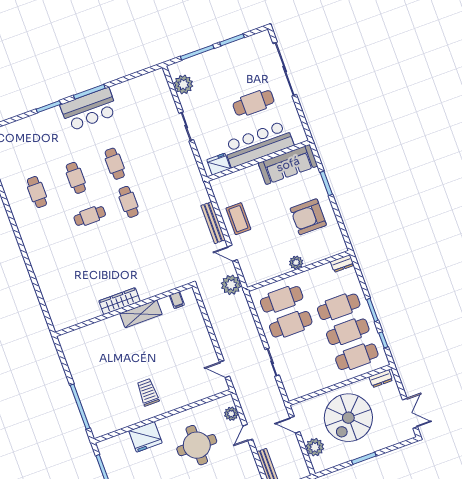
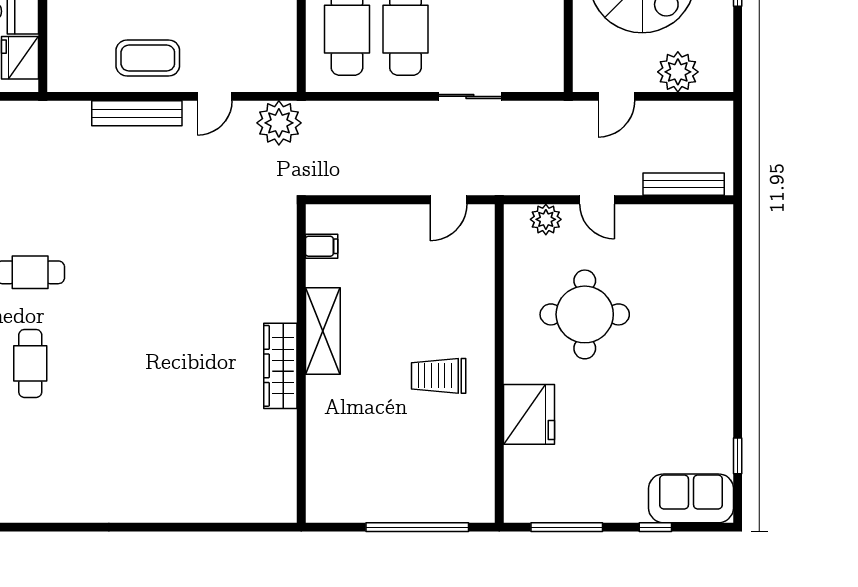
filing cabinet: (177, 300) -> (322, 246), moved
wardrobe: (119, 301) -> (280, 366), moved
wall: (124, 310) -> (301, 363), moved
shelving: (141, 314) -> (323, 331), moved

